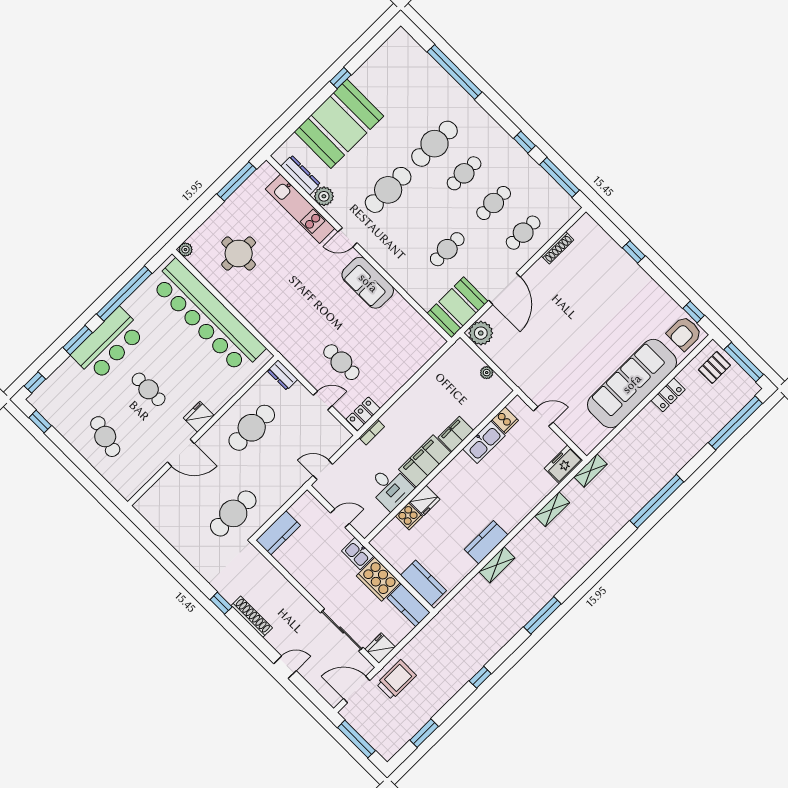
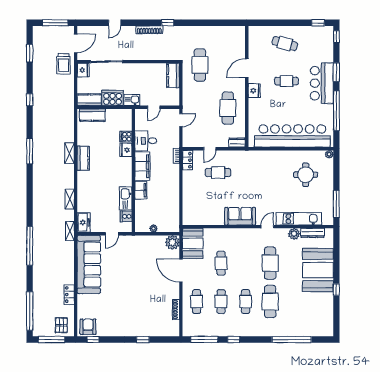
sofa: (632, 384) -> (89, 264), moved

